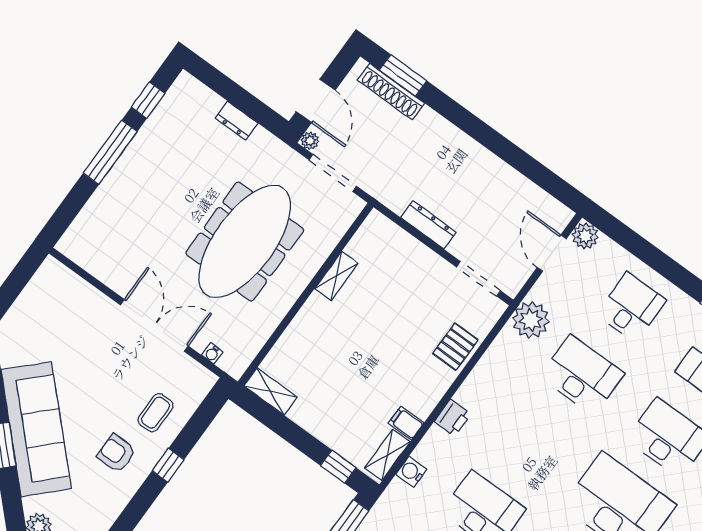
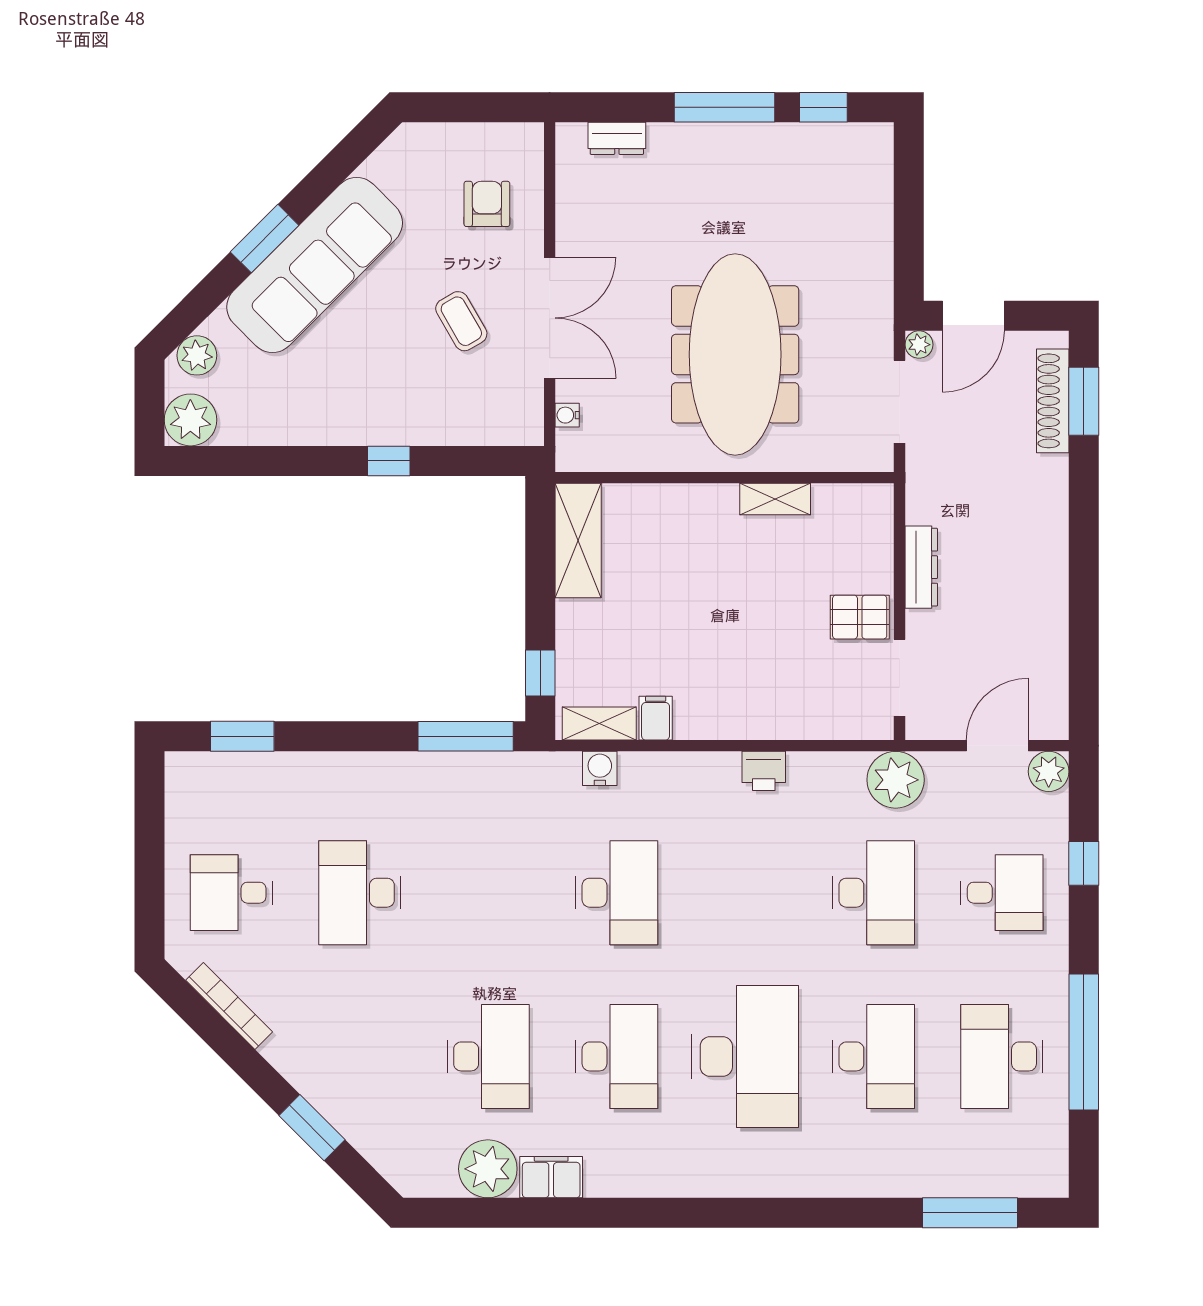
dresser: (237, 121) -> (617, 138), moved, turned -90
meeting table: (245, 242) -> (735, 354), turned 90
window: (647, 253) -> (1084, 863), added
pallet: (455, 347) -> (860, 617), moved
shelving: (270, 392) -> (578, 541), width x1.50, depth x1.33
coffee table: (155, 413) -> (461, 321), moved, turned 60
printer: (453, 418) -> (764, 771), moved
armchair: (117, 453) -> (487, 204), moved

